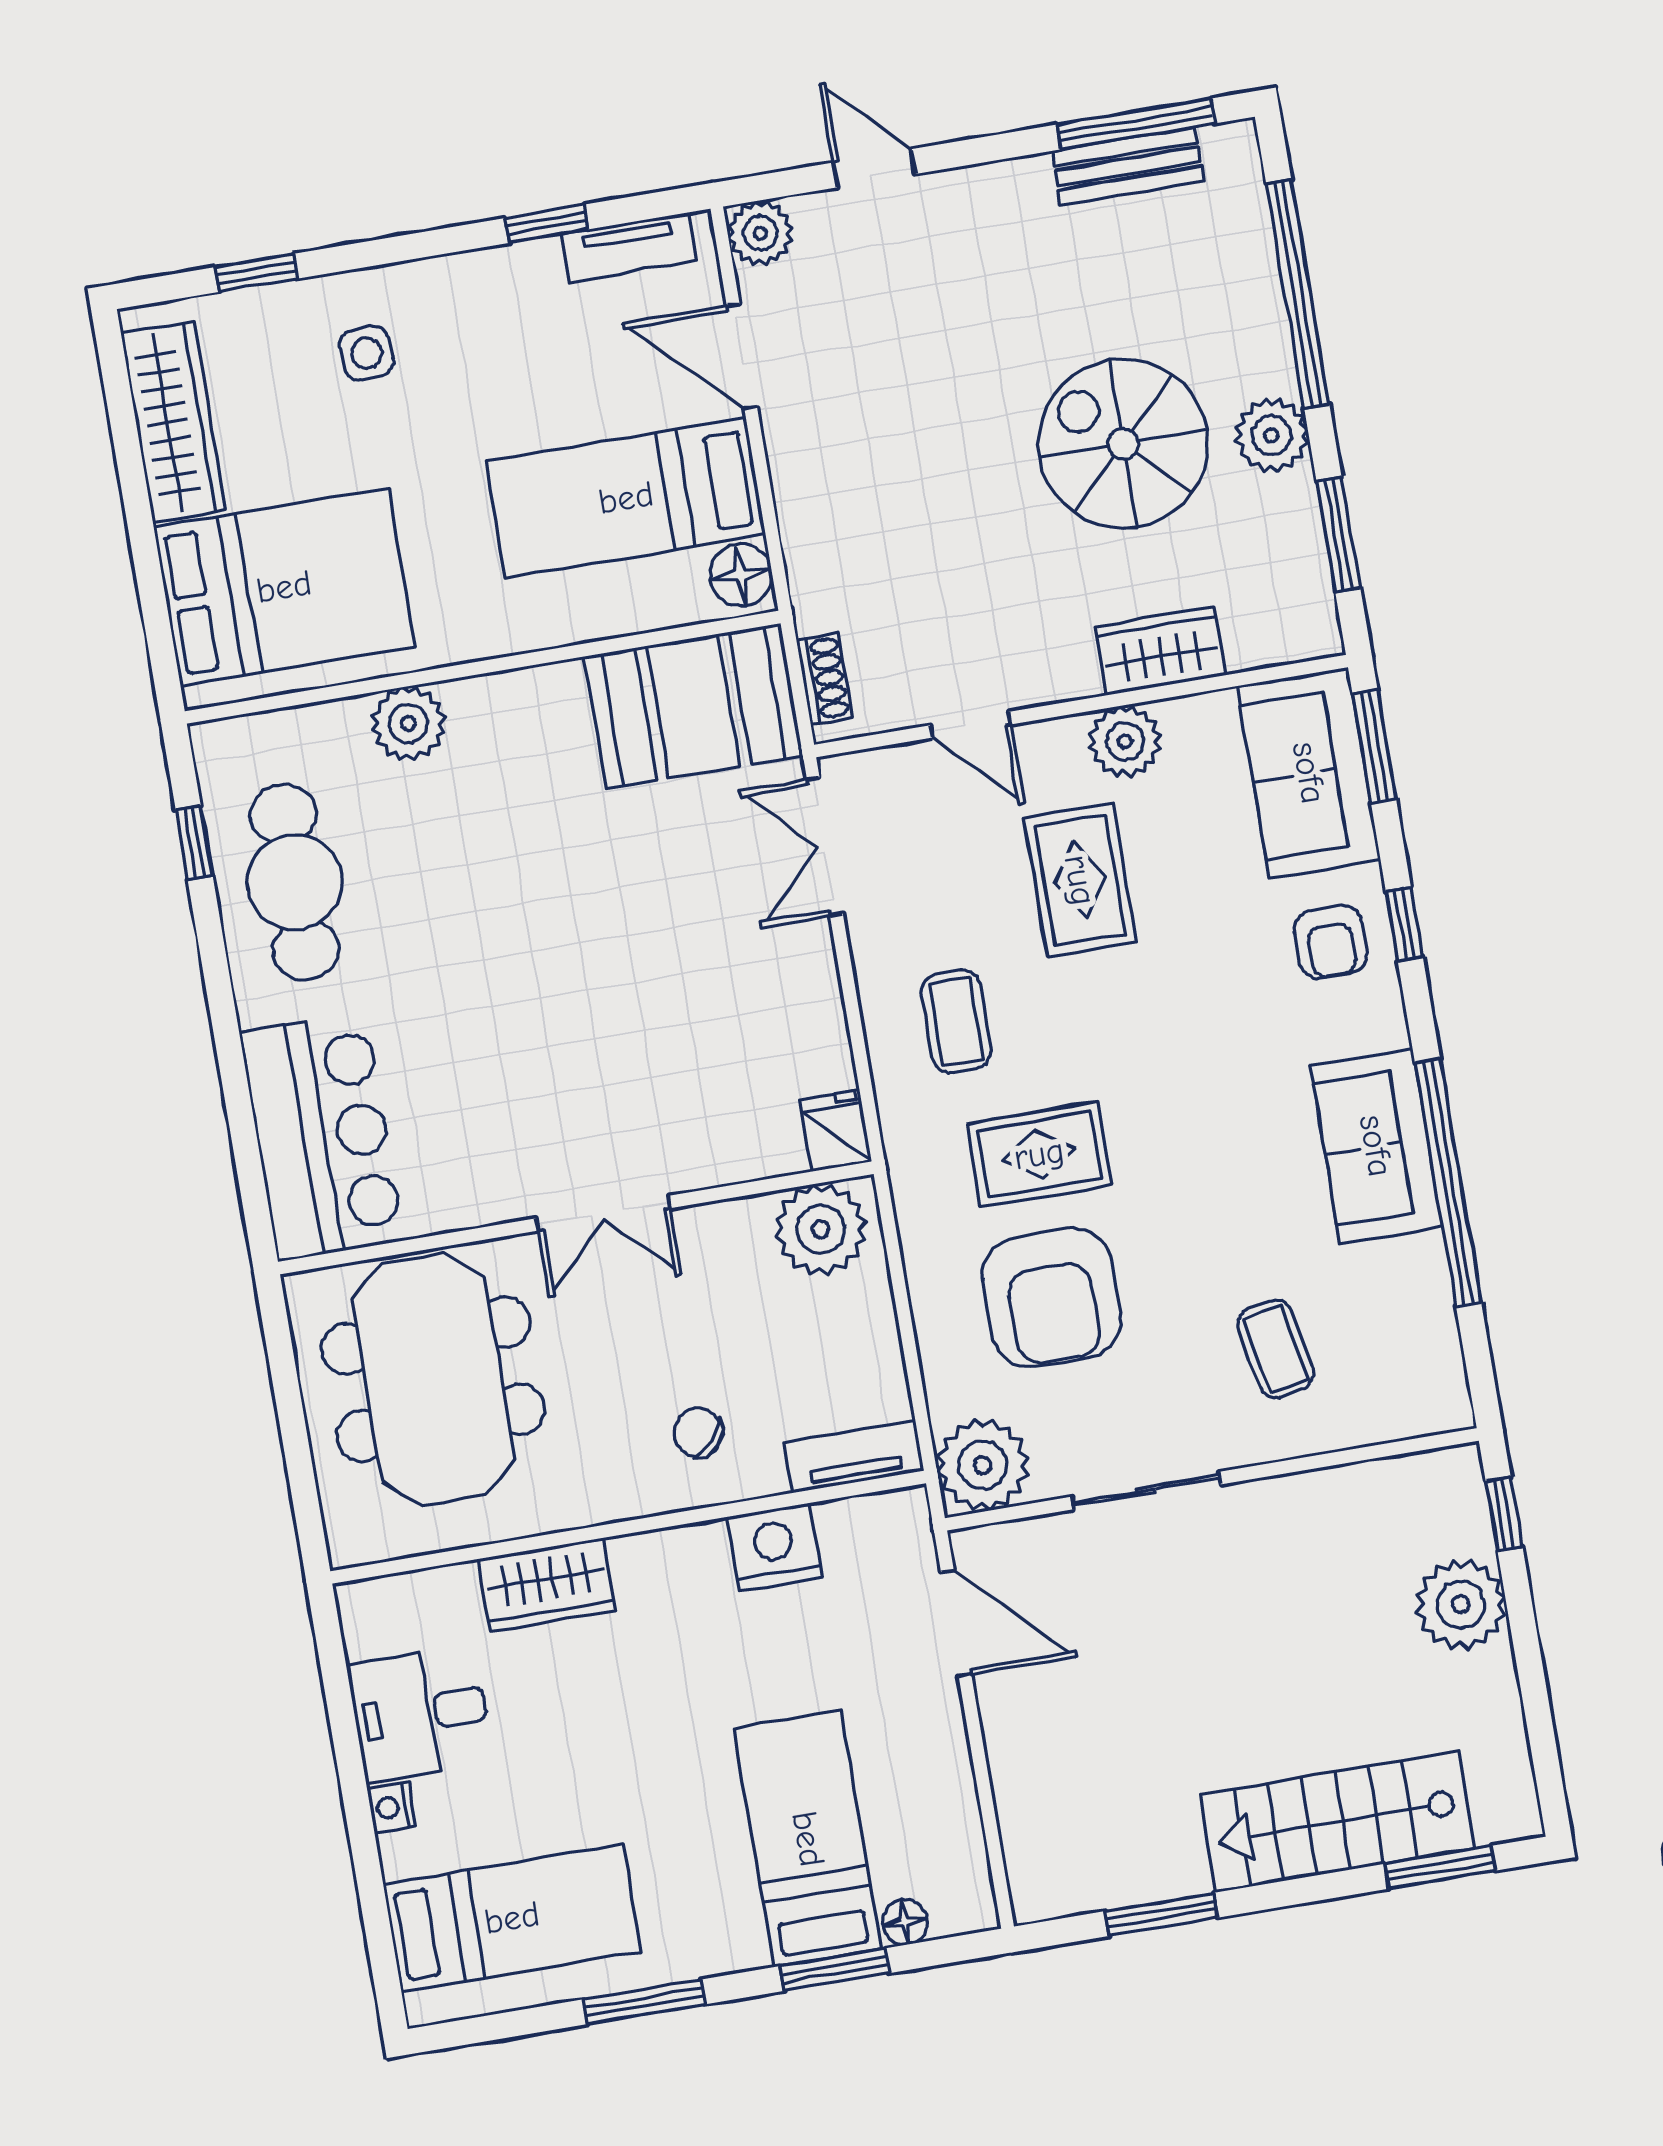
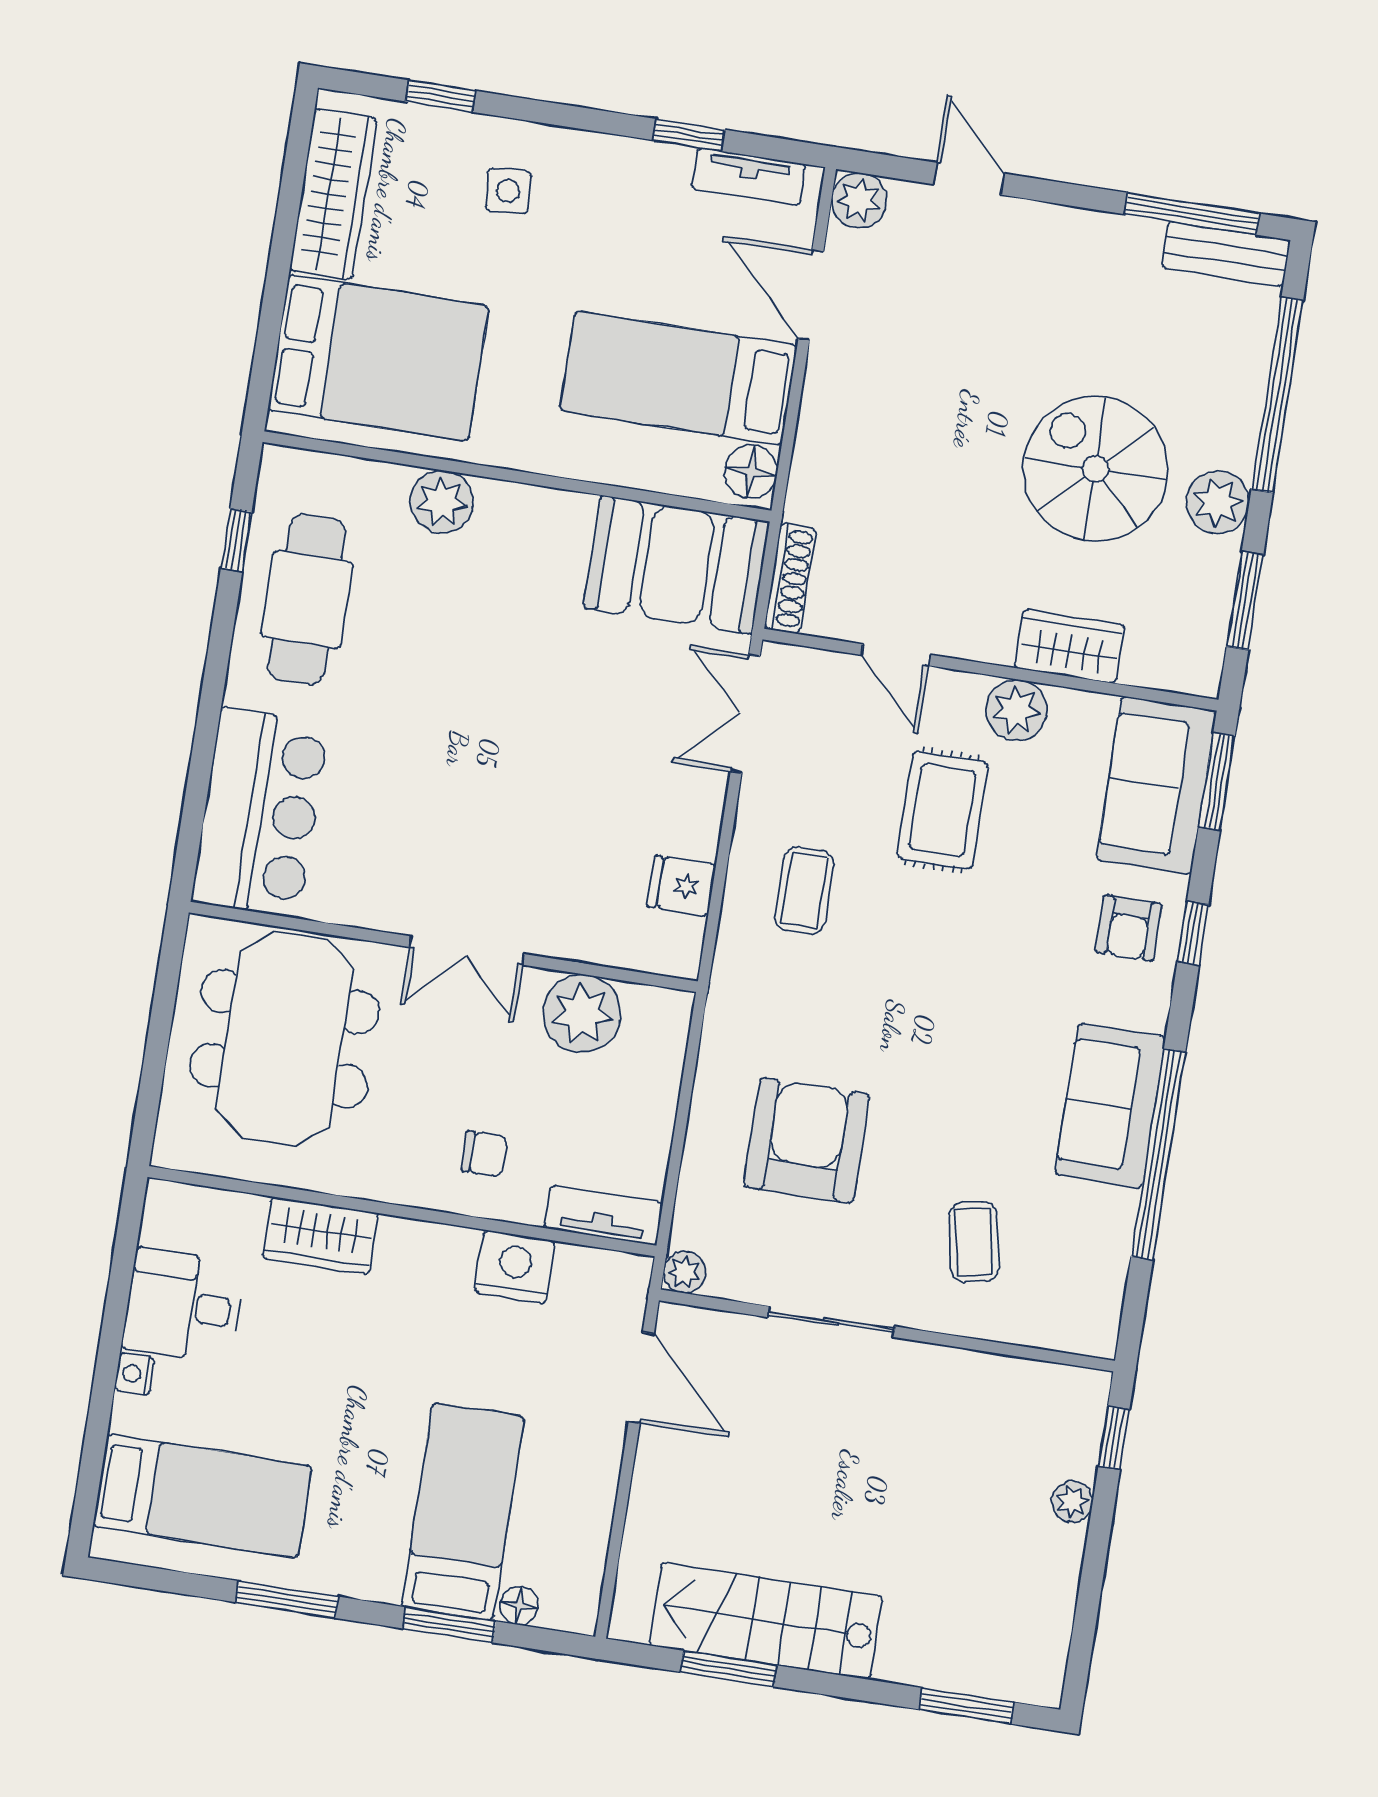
bench: (1128, 166) -> (1226, 254), moved
shoe rack: (824, 679) -> (790, 578), width x1.43
fridge: (836, 1131) -> (681, 886), moved, turned -90
rug: (1039, 1154) -> (835, 1021), removed
plant: (821, 1229) -> (582, 1014), moved
armchair: (1052, 1298) -> (807, 1140), turned 180
chair: (698, 1433) -> (484, 1154), turned 139
plant: (983, 1465) -> (684, 1272), width x0.53, depth x0.53
plant: (1461, 1604) -> (1072, 1502), width x0.53, depth x0.53
stairs: (1337, 1822) -> (766, 1621), moved

